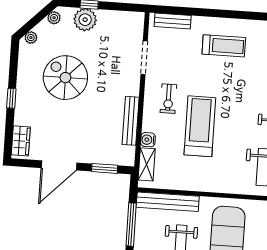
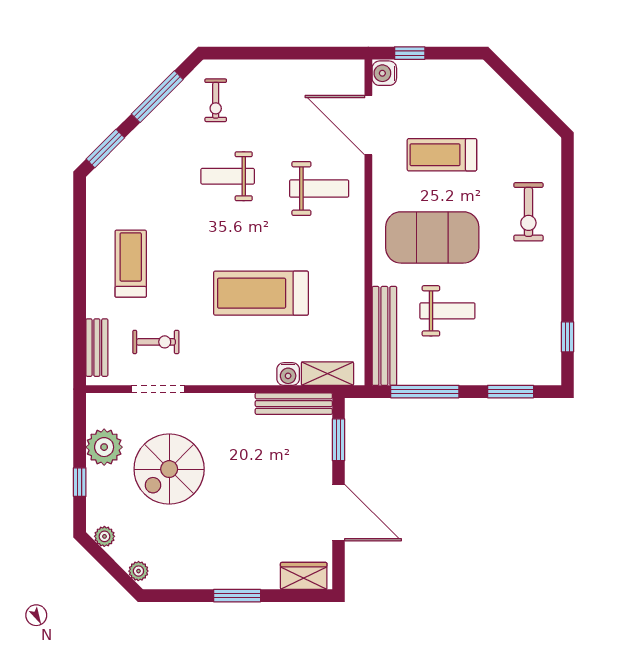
plant: (85, 20) -> (104, 447), moved
spiral stairs: (65, 78) -> (169, 469), moved
window: (11, 98) -> (237, 596), width x1.50
exercise bike: (168, 99) -> (156, 342), moved
bench: (131, 121) -> (294, 404), moved

